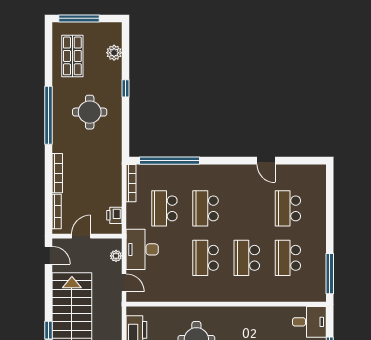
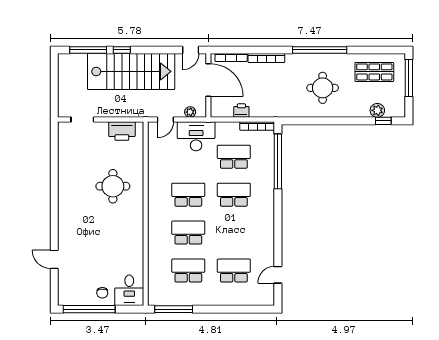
window: (125, 88) -> (383, 121), moved
door: (266, 161) -> (278, 275), moved
printer: (114, 215) -> (241, 111), moved
door: (81, 236) -> (208, 80), width x1.88

